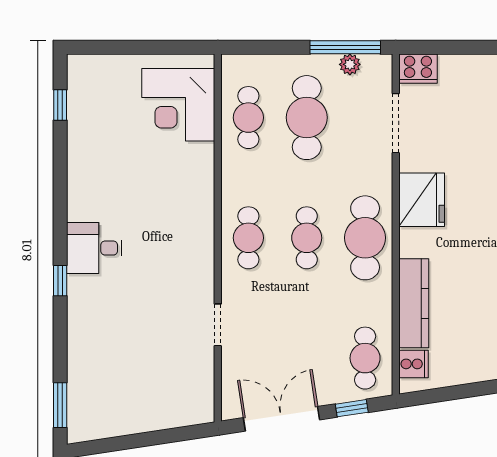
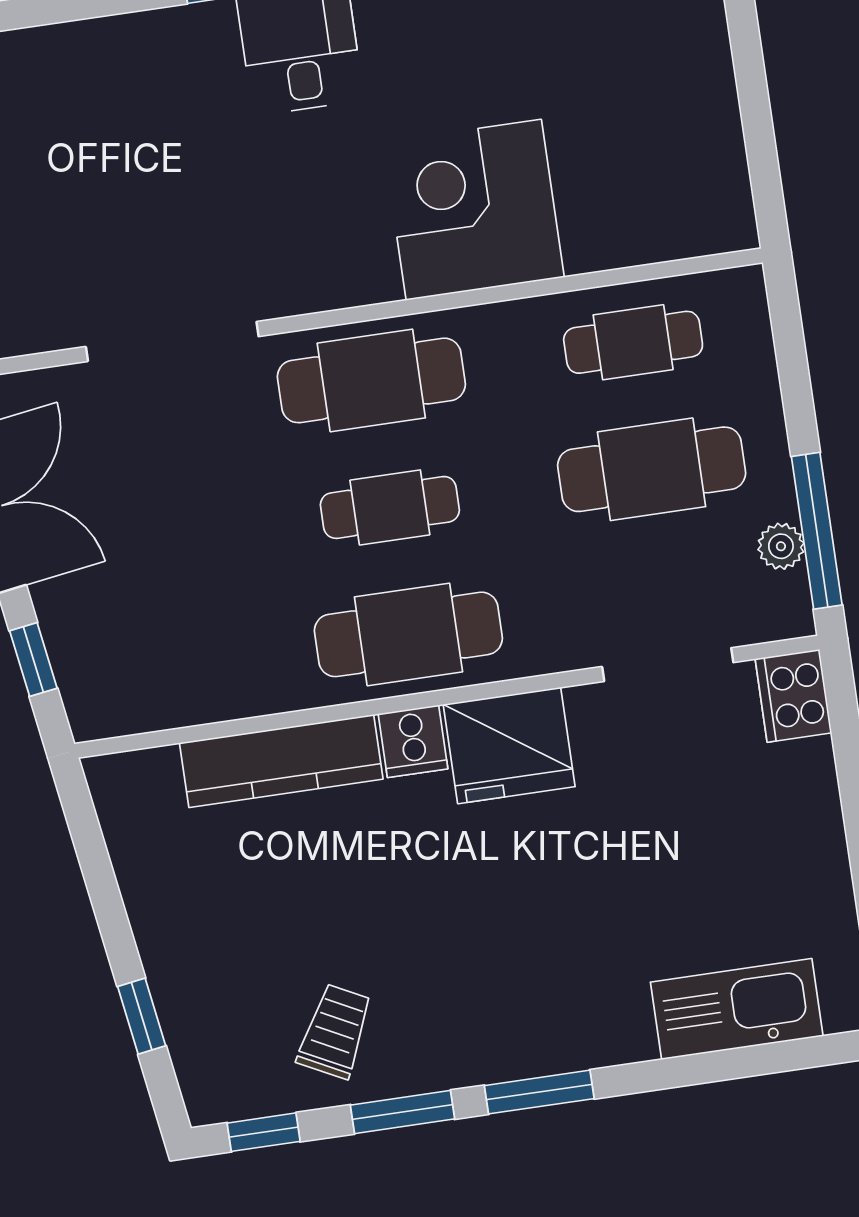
corner desk: (178, 105) -> (474, 210), moved
cafe table: (248, 238) -> (371, 380), width x1.37, depth x1.35
doorway: (218, 325) -> (172, 342), width x1.87
cafe table: (365, 358) -> (147, 673), removed
cooker: (413, 364) -> (413, 741), moved

